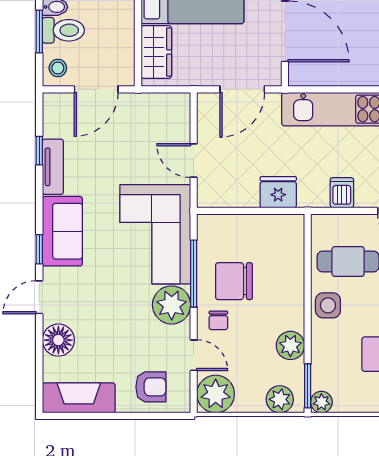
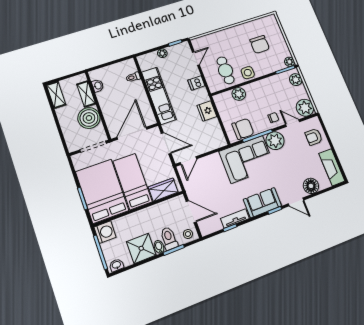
door: (194, 161) -> (188, 161), moved
chair: (234, 281) -> (243, 129), moved, turned -90
plant: (290, 345) -> (239, 94), moved
door: (194, 355) -> (293, 123), hinge flipped
armchair: (151, 387) -> (314, 137), turned -90

